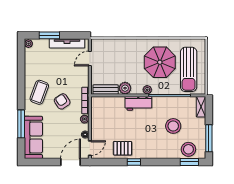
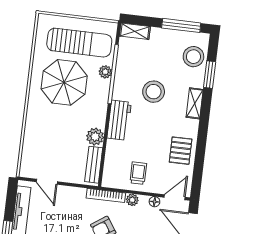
plant: (147, 90) -> (105, 72), moved
trolley: (103, 121) -> (138, 173), added
stool: (173, 126) -> (154, 92), moved
door: (90, 148) -> (175, 197), hinge flipped
shelving: (156, 154) -> (195, 103), added
window: (134, 162) -> (202, 137), removed
window: (189, 162) -> (210, 75), moved

